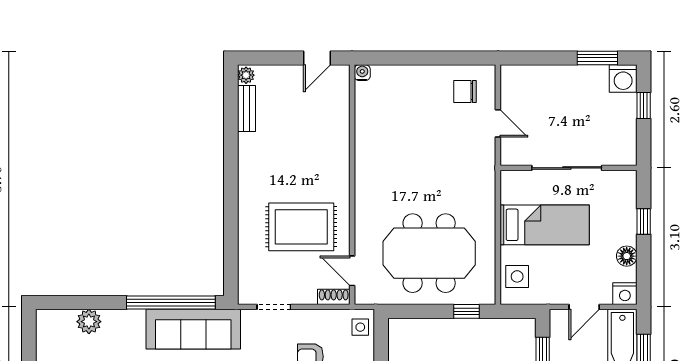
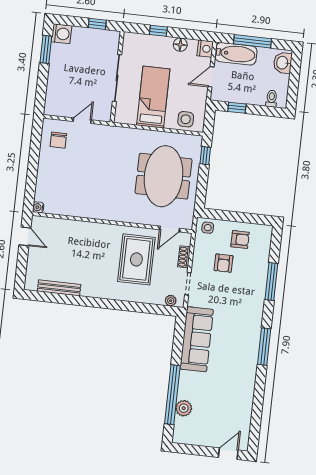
plant: (246, 75) -> (171, 301), moved
window: (644, 106) -> (97, 24), moved
bench: (246, 109) -> (59, 288), width x1.36
shoe rack: (334, 297) -> (184, 257), moved
window: (171, 303) -> (172, 395), moved
door: (584, 307) -> (211, 77), swing flipped

